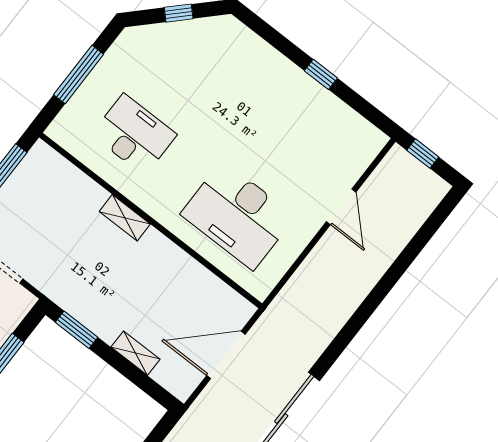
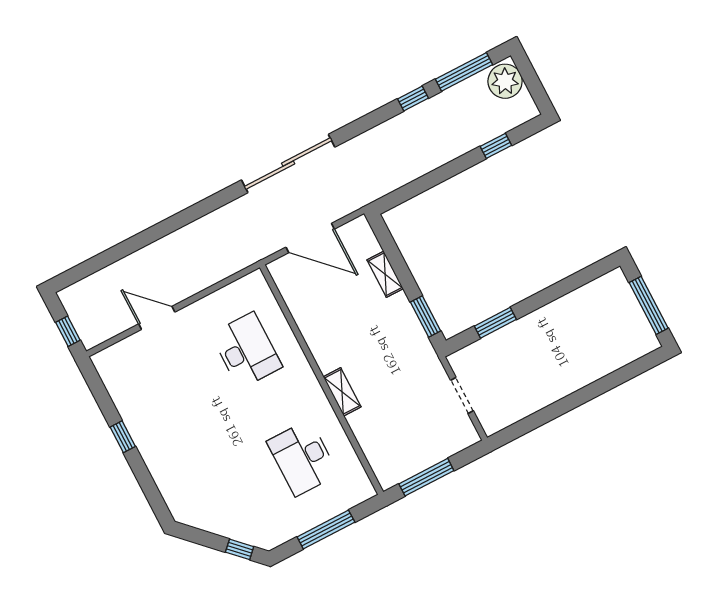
window: (179, 13) -> (240, 549), moved
door: (341, 207) -> (157, 318), hinge flipped
desk: (238, 215) -> (246, 350), width x0.73, depth x0.77

